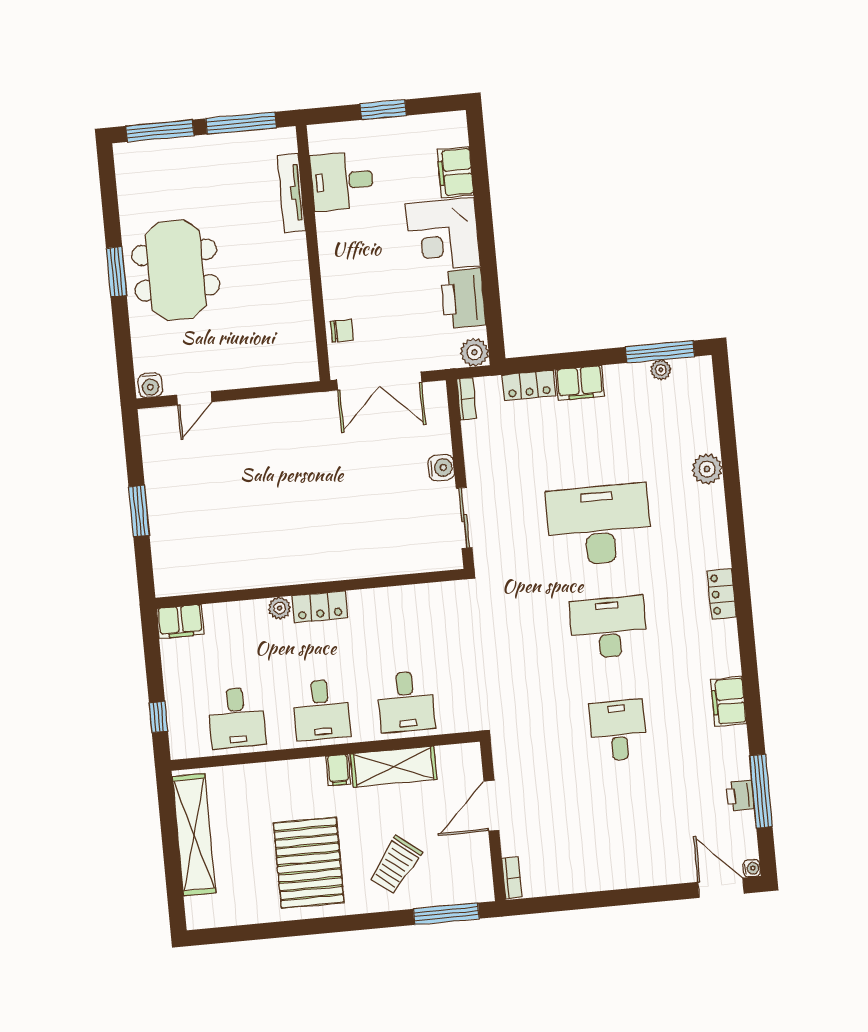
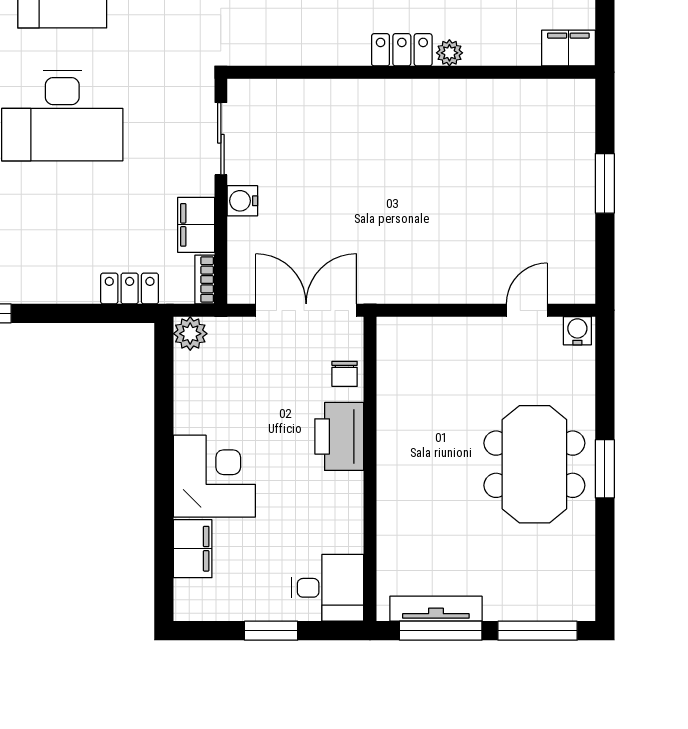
desk: (342, 181) -> (328, 588), moved
tv unit: (291, 193) -> (436, 609), moved, turned -90
printer: (463, 298) -> (339, 436), moved, turned 180
chair: (342, 331) -> (345, 374), turned -90
filing cabinet: (580, 383) -> (196, 225), moved, turned -90

